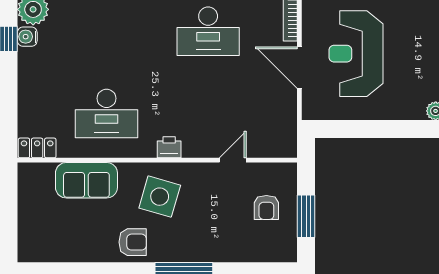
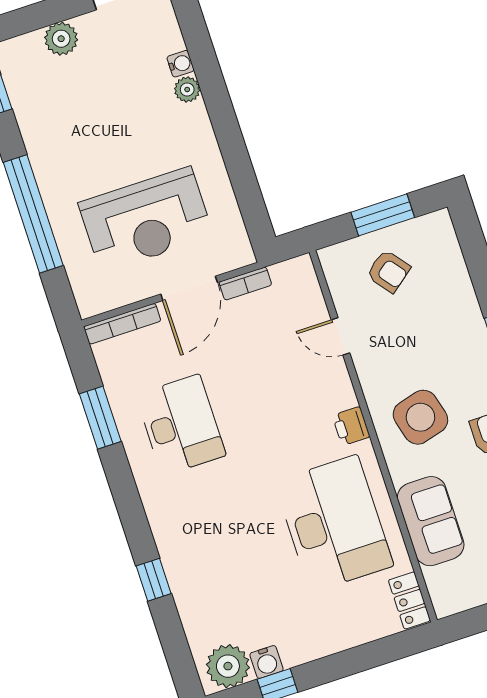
bookcase: (290, 107) -> (245, 284), added
desk: (107, 114) -> (334, 524), width x1.36, depth x1.30
side table: (160, 197) -> (420, 417), turned -31
armchair: (266, 207) -> (388, 271), turned 52

